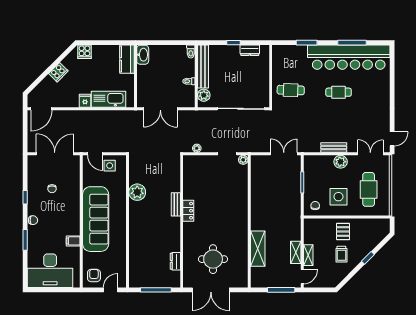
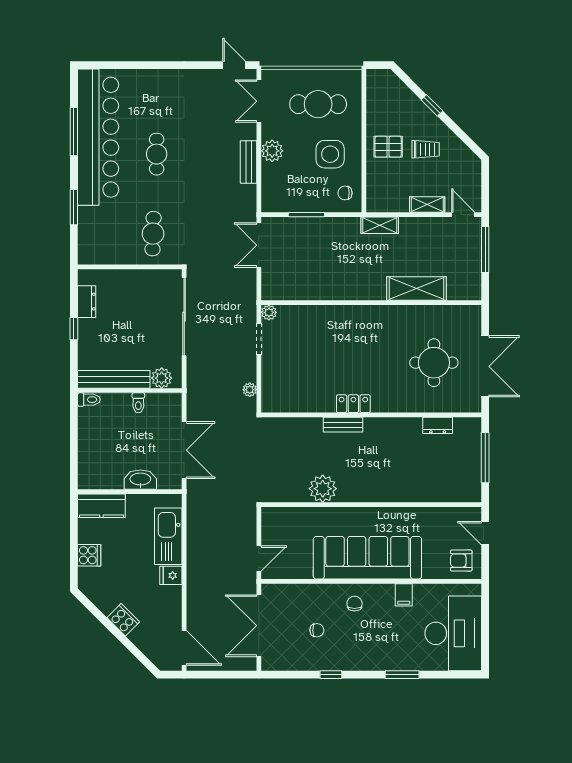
cooker: (84, 52) -> (89, 555), moved
washbasin: (143, 55) -> (140, 480), moved
side table: (110, 166) -> (278, 534), removed
chair: (33, 220) -> (355, 604), moved
shelving: (296, 252) -> (380, 225), moved

